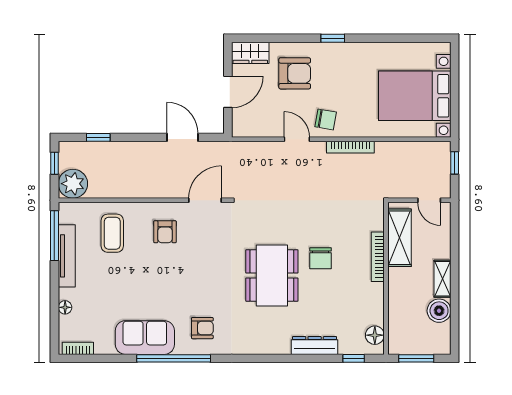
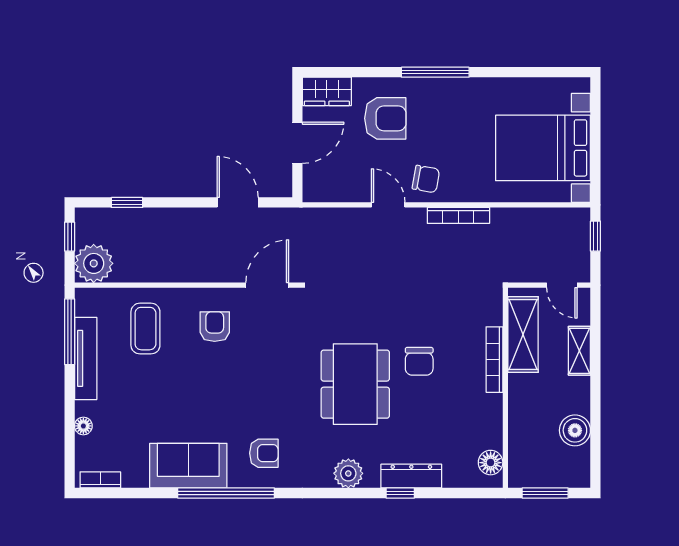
window: (333, 38) -> (435, 72), width x2.17
armchair: (165, 232) -> (215, 327), turned 180
shelving: (442, 279) -> (579, 351), moved
plant: (267, 343) -> (348, 473), added
window: (354, 358) -> (400, 493), moved

